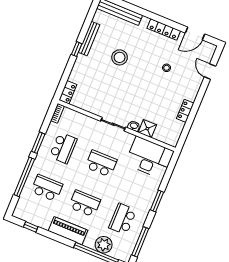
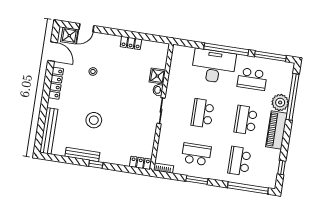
shower: (206, 53) -> (69, 36), added
desk: (149, 158) -> (214, 66), moved, turned 90
window: (24, 177) -> (248, 188), moved
window: (157, 201) -> (226, 49), width x2.11
plant: (104, 245) -> (280, 102), moved

